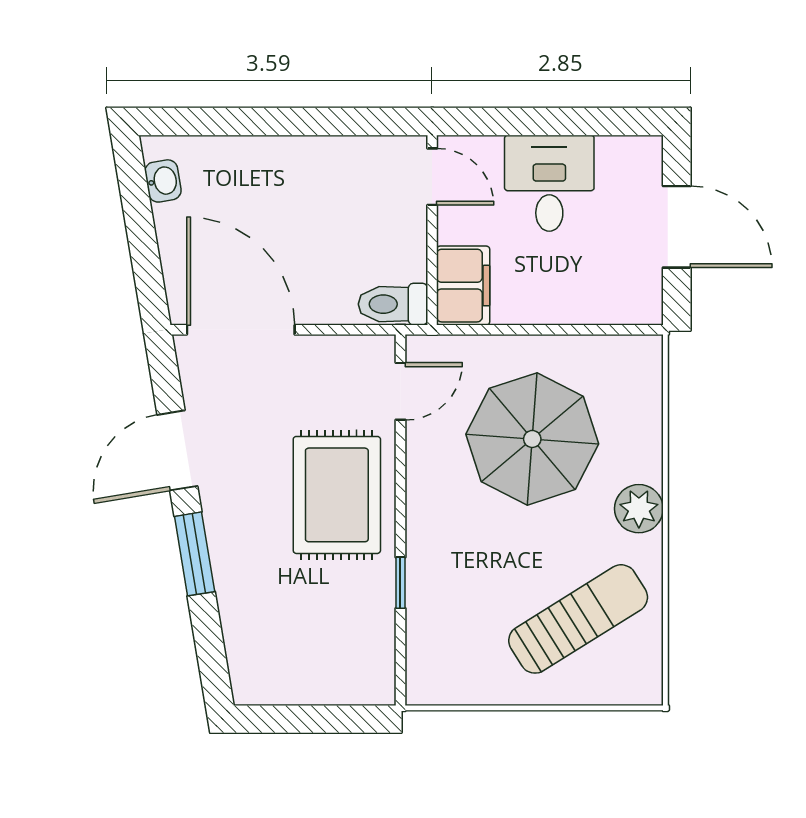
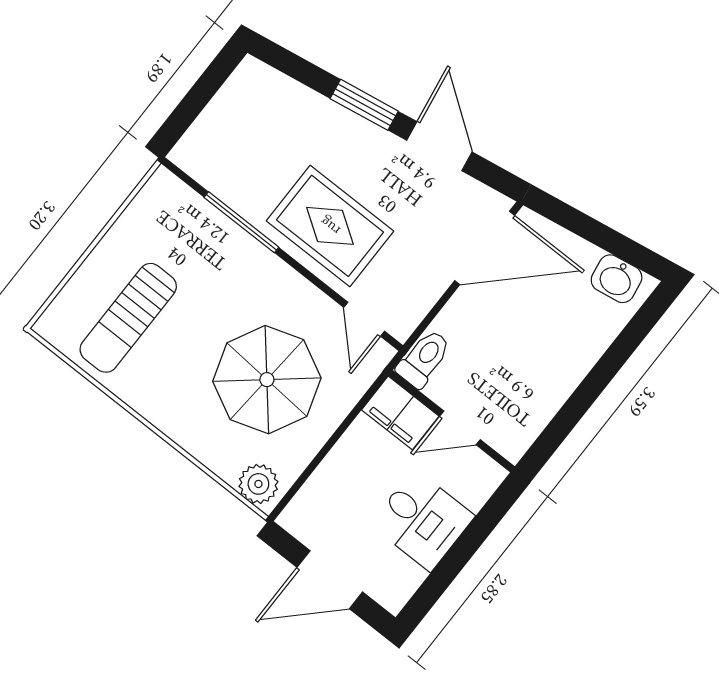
door: (432, 177) -> (460, 428), moved
washbasin: (163, 181) -> (617, 279), width x1.38, depth x1.45
plant: (639, 509) -> (258, 484), moved
window: (400, 583) -> (241, 222), width x2.17
sun lounger: (578, 619) -> (128, 318), turned 32

